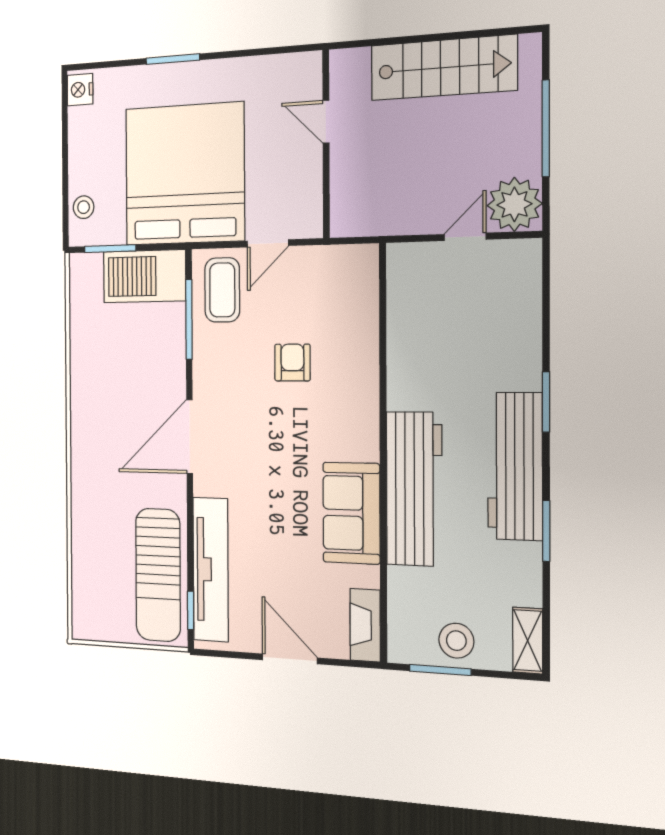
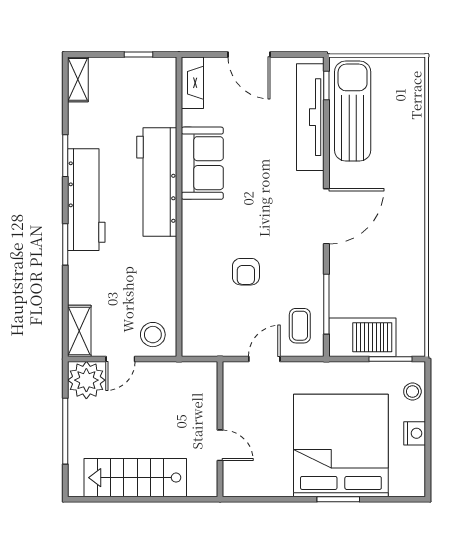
nightstand: (80, 90) -> (415, 433), moved
bed: (185, 174) -> (341, 445), moved, turned 180
shelving: (525, 276) -> (79, 331), added
coffee table: (222, 290) -> (300, 326), width x0.73, depth x0.77
stool: (456, 641) -> (153, 335), moved
window: (440, 670) -> (139, 54), width x0.67

